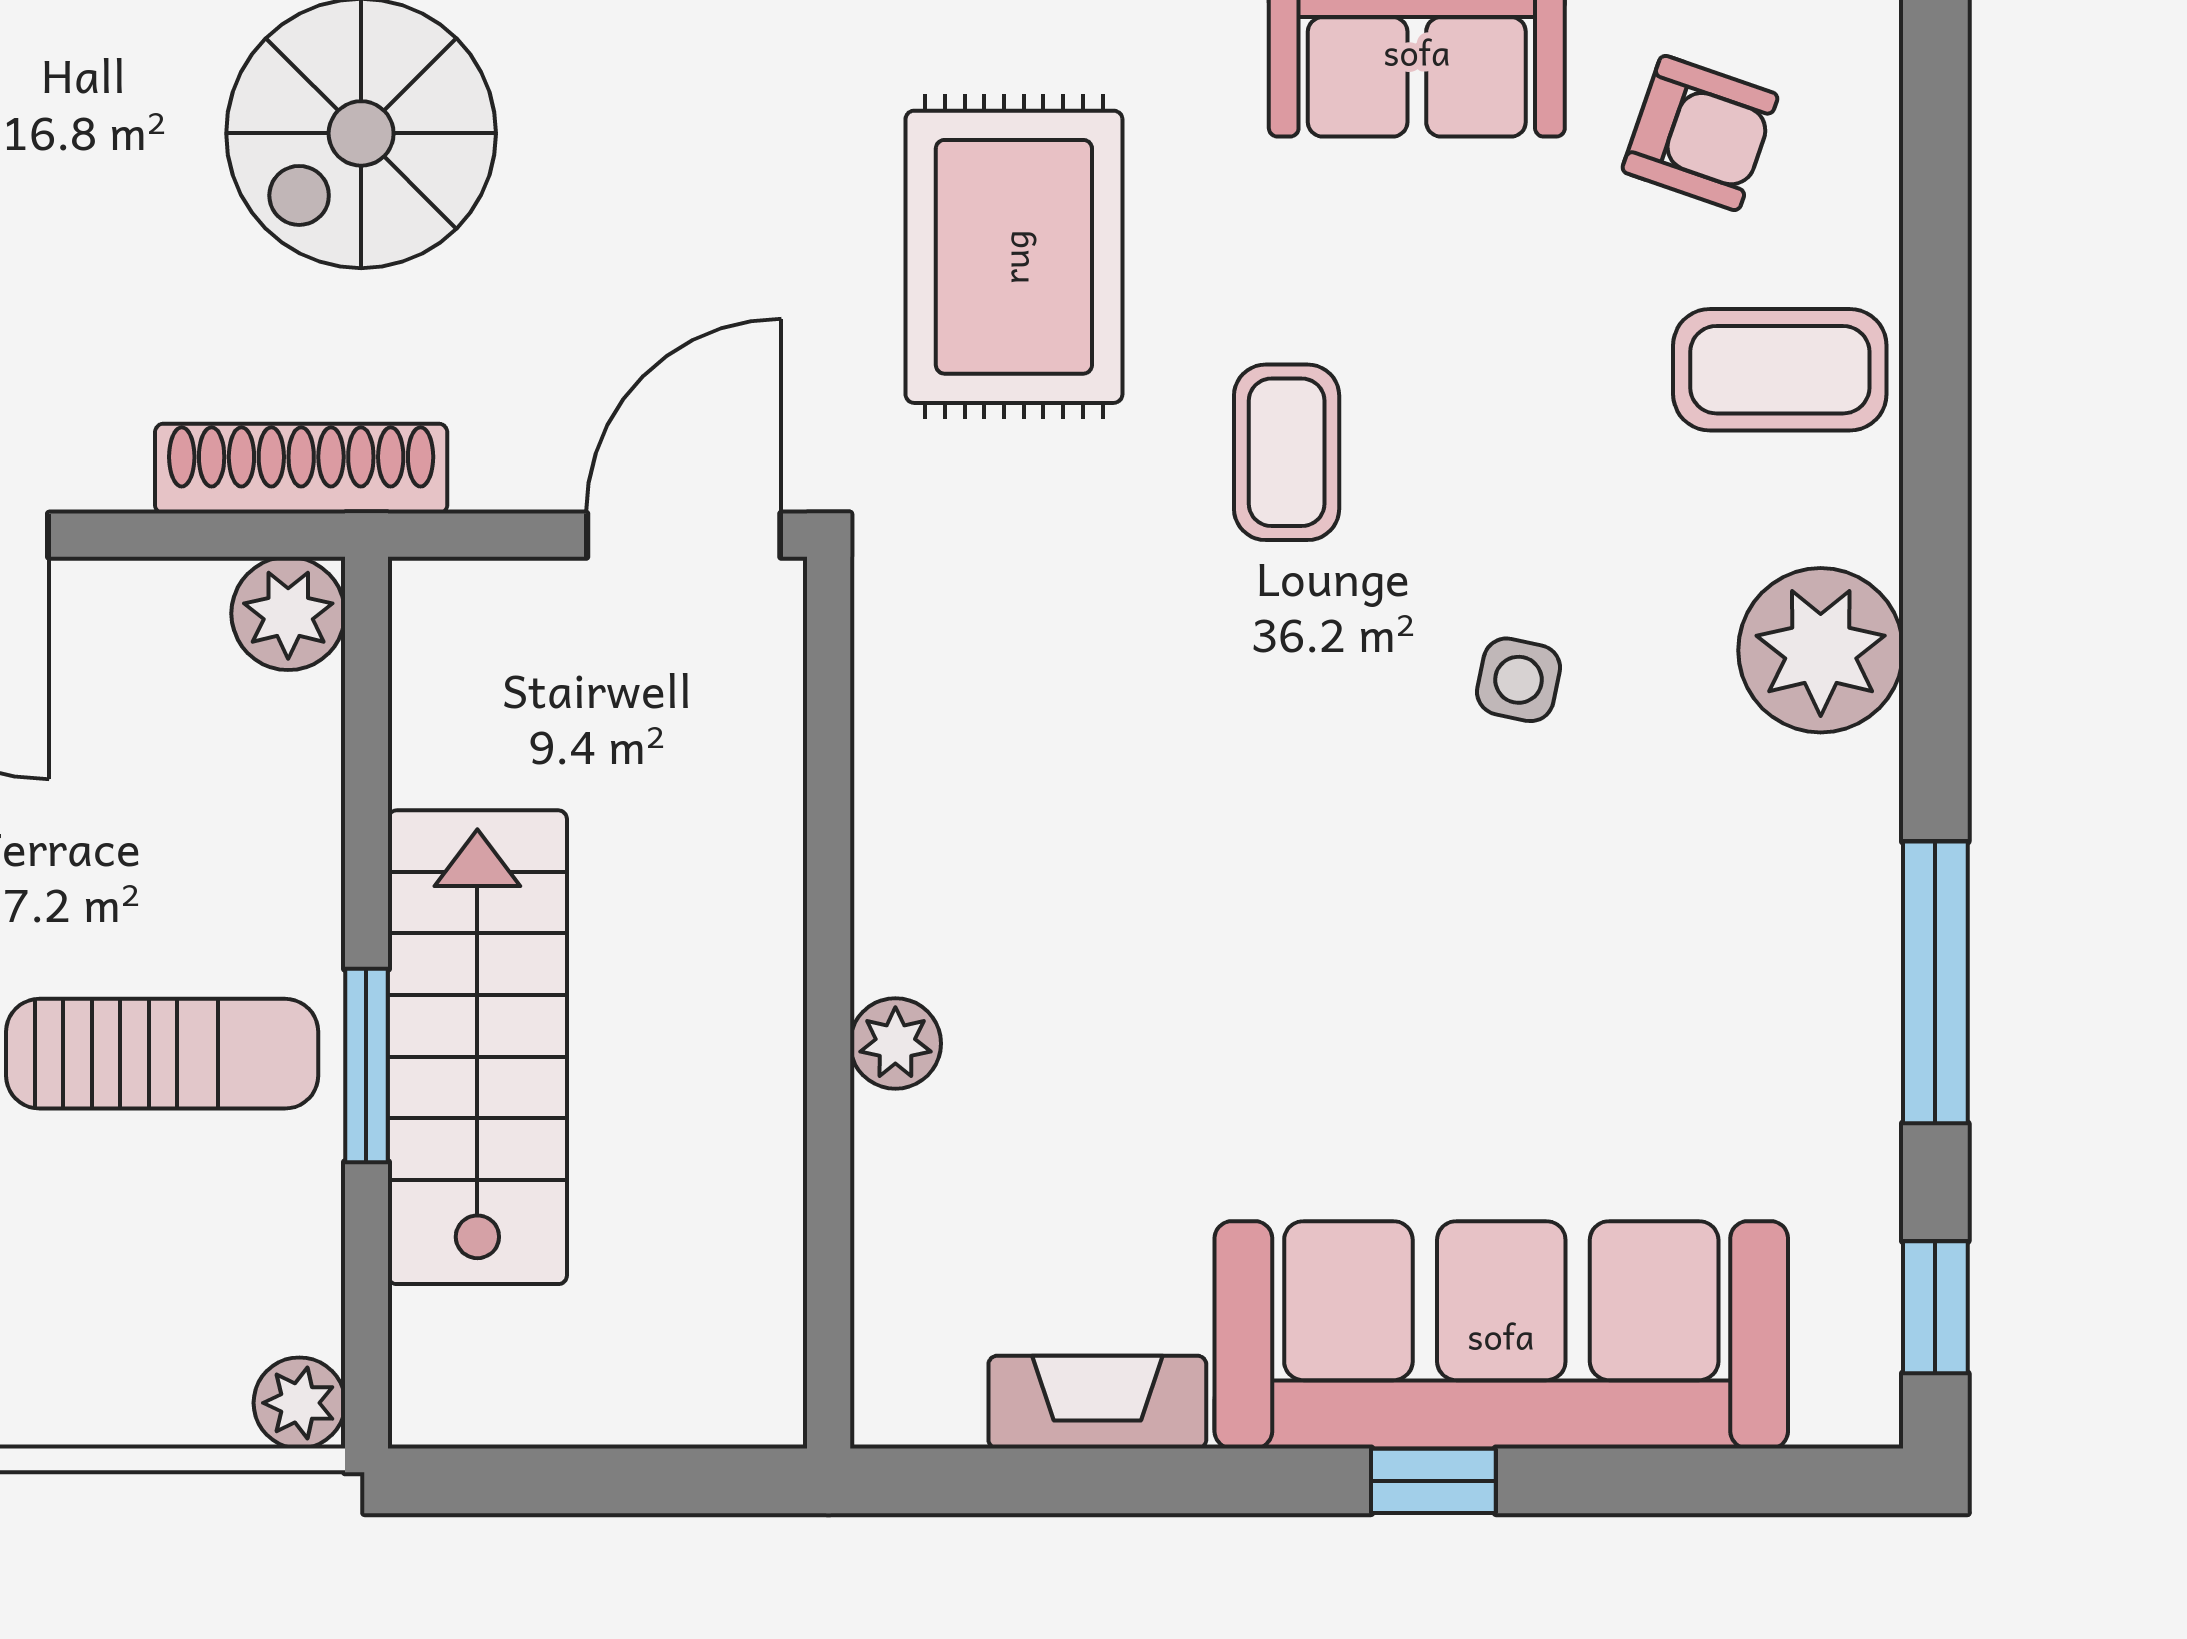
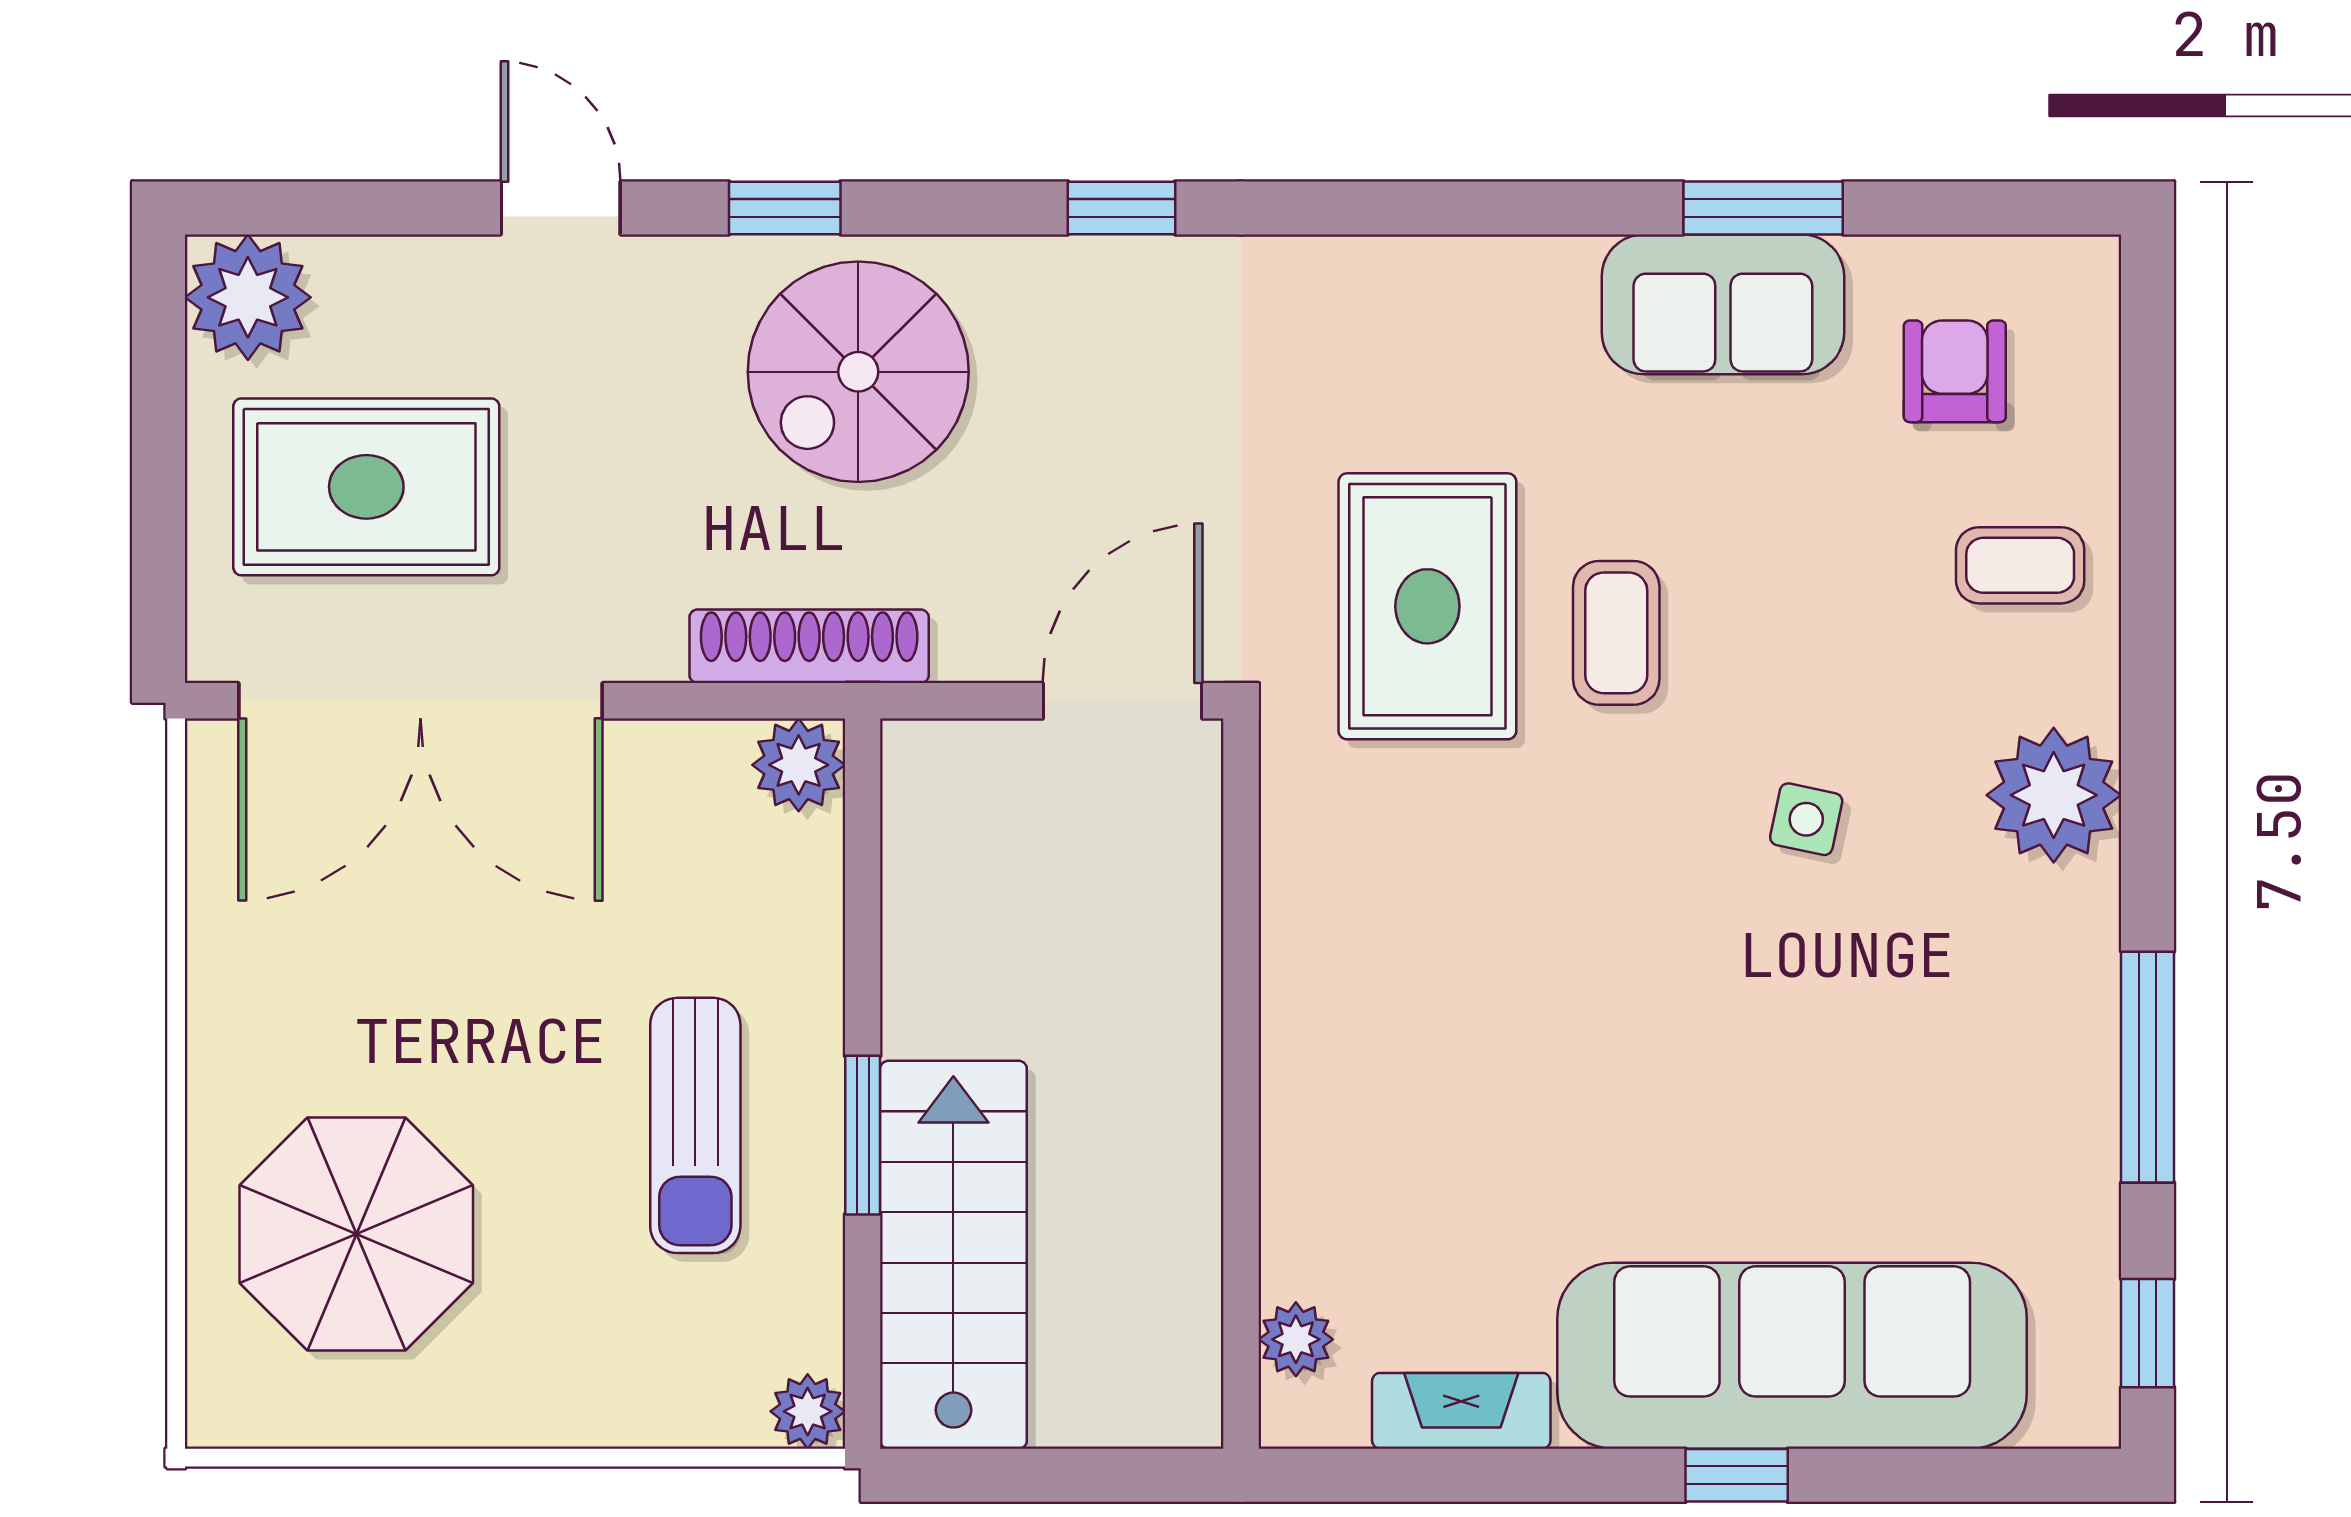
armchair: (1700, 133) -> (1955, 371), turned -109
rug: (1014, 257) -> (1427, 606), moved
coffee table: (1780, 370) -> (2020, 565), width x0.73, depth x0.77
plant: (895, 1043) -> (1296, 1339), moved
stairs: (477, 1047) -> (953, 1255), moved
sun lounger: (162, 1054) -> (695, 1125), turned 90

